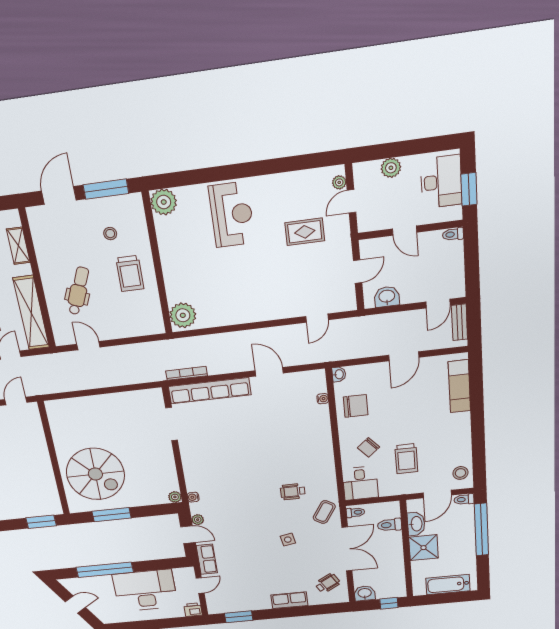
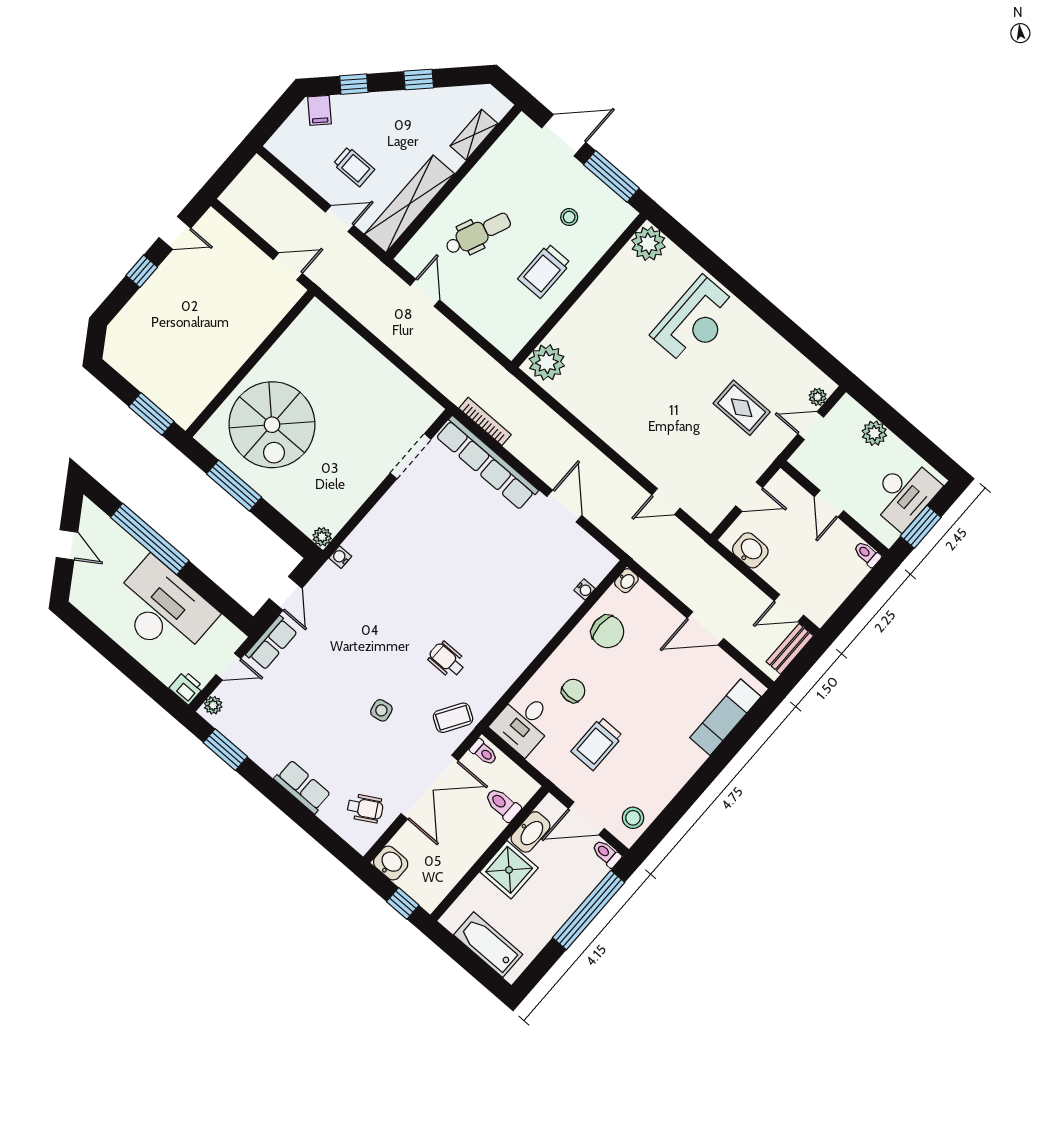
chair: (368, 447) -> (573, 691), turned 131
plant: (198, 520) -> (213, 705), moved

